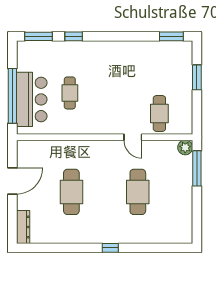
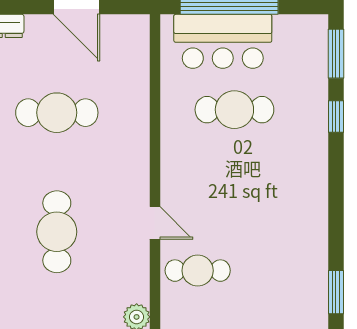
cafe table: (70, 93) -> (234, 110), width x1.37, depth x1.35
door: (133, 137) -> (155, 223), swing flipped
cafe table: (138, 192) -> (57, 232), turned 90

